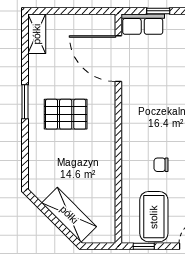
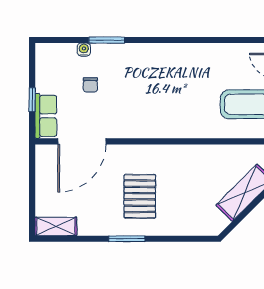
chair: (161, 165) -> (90, 85), moved

